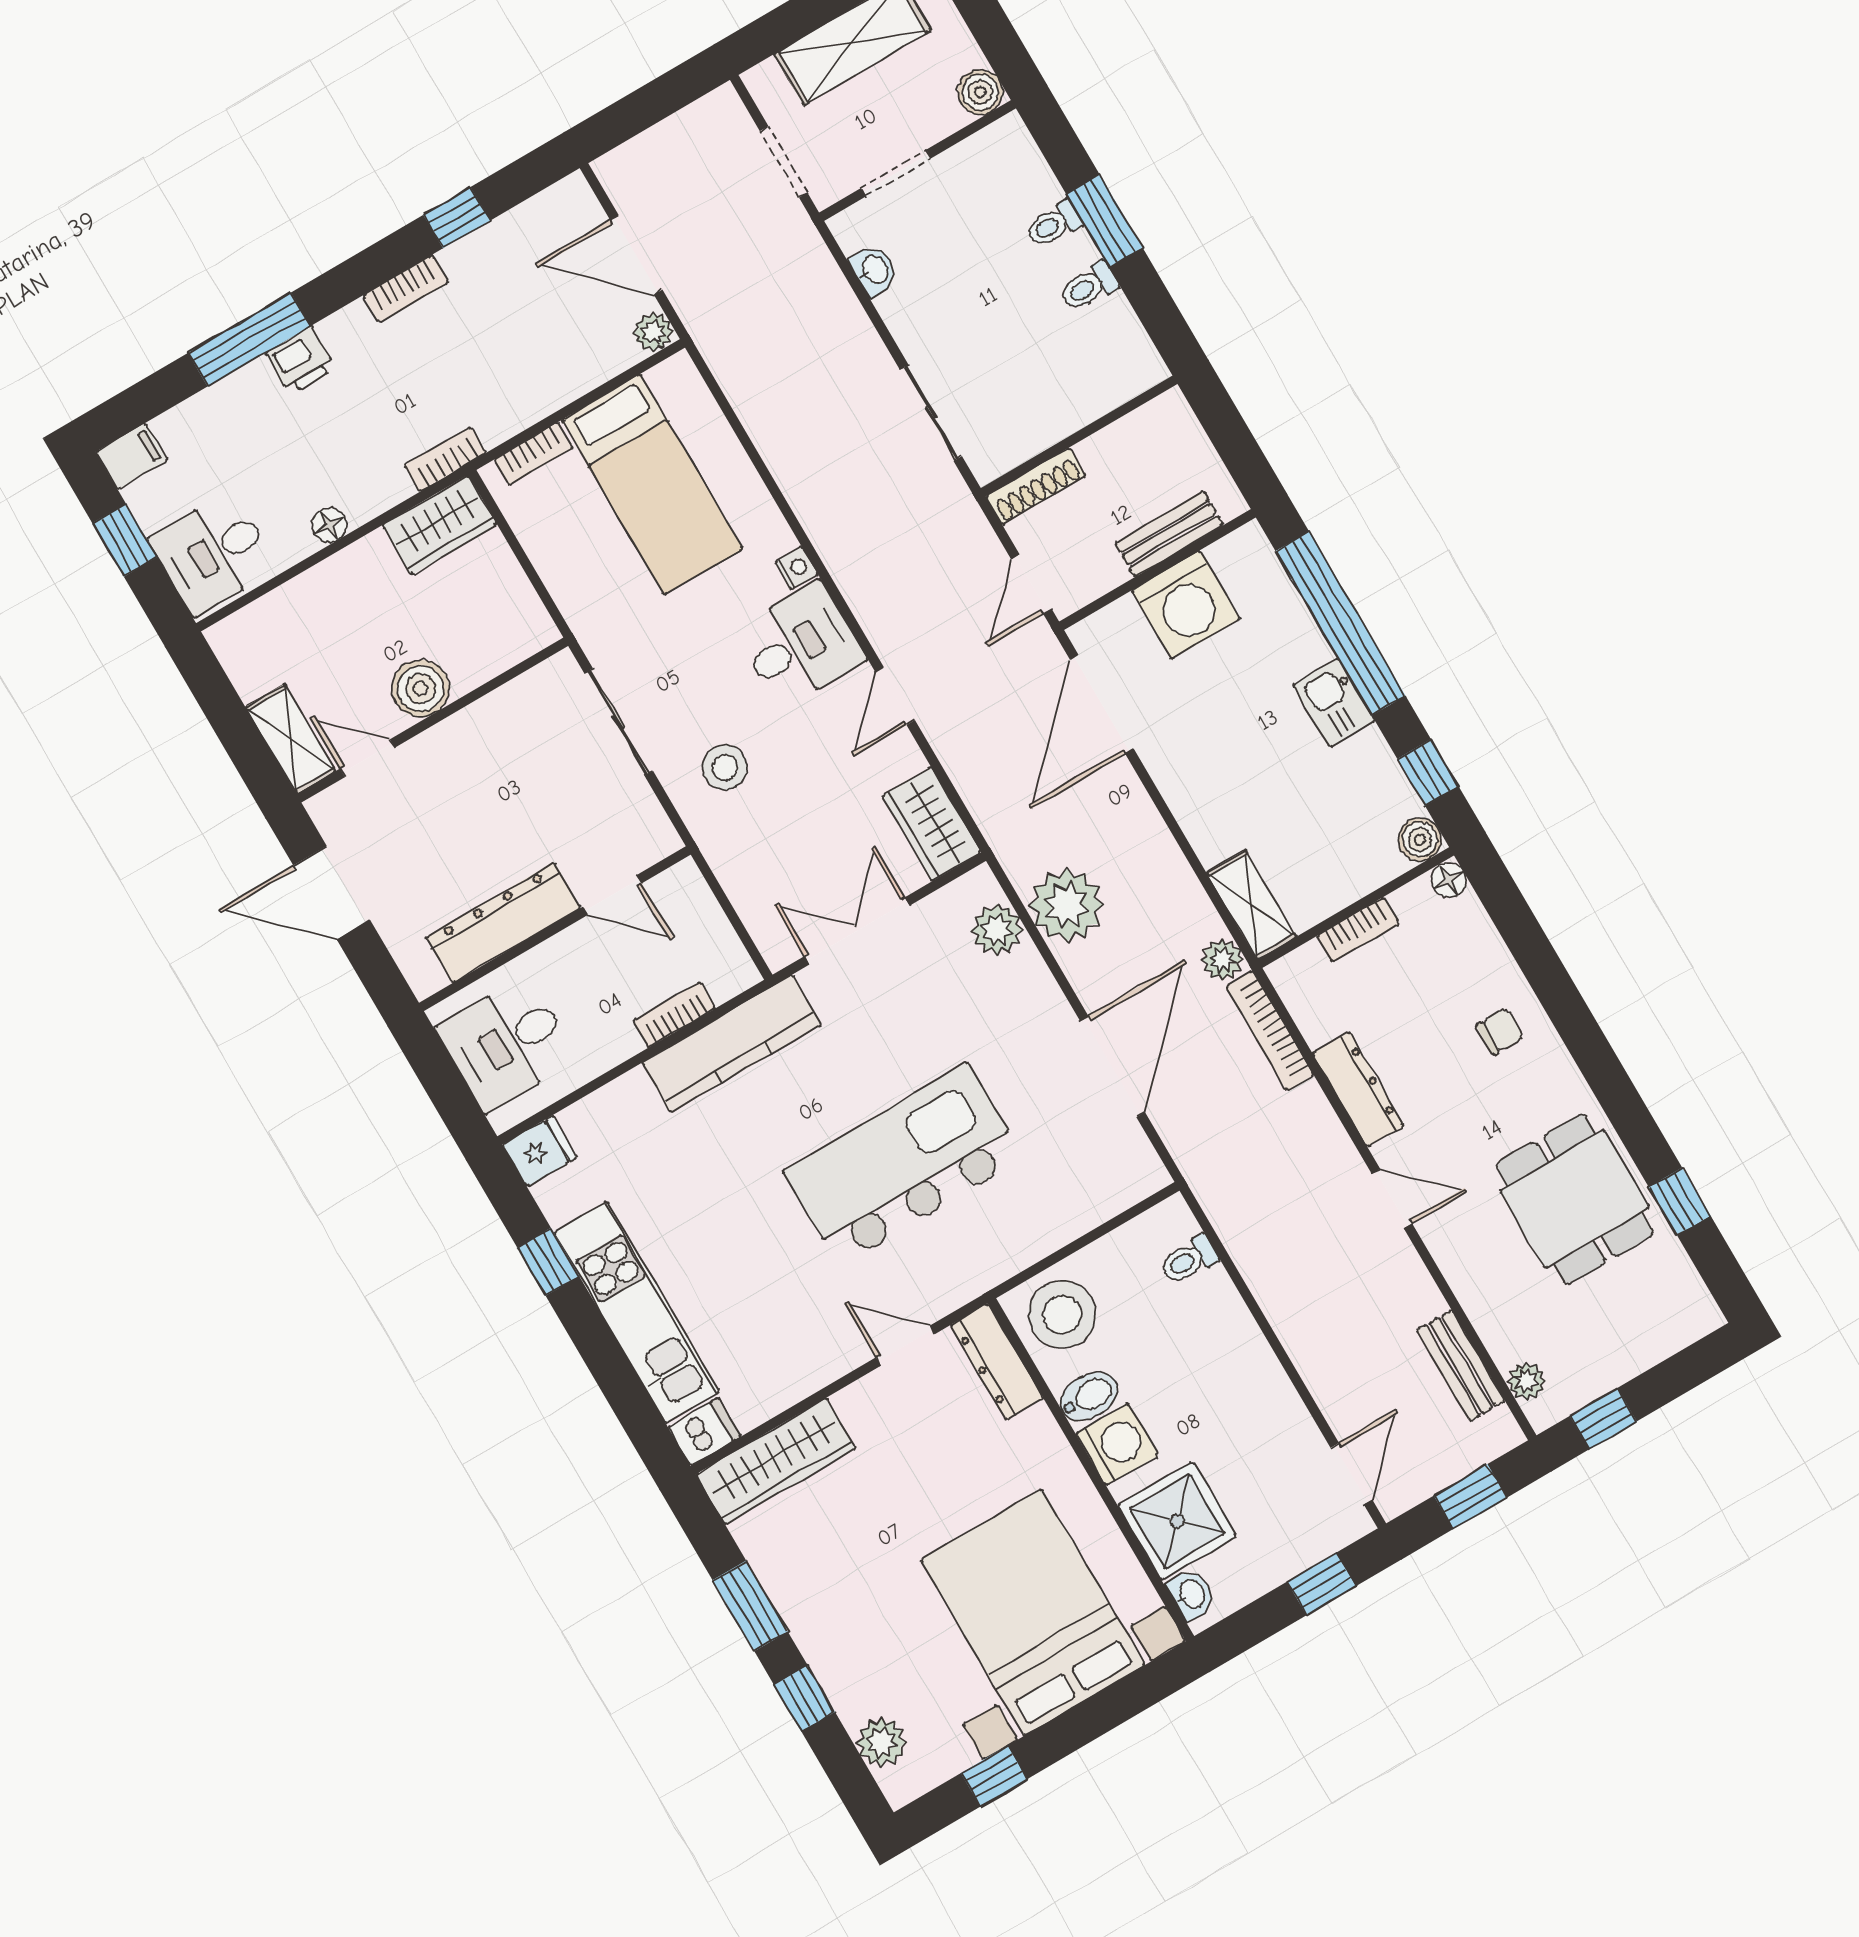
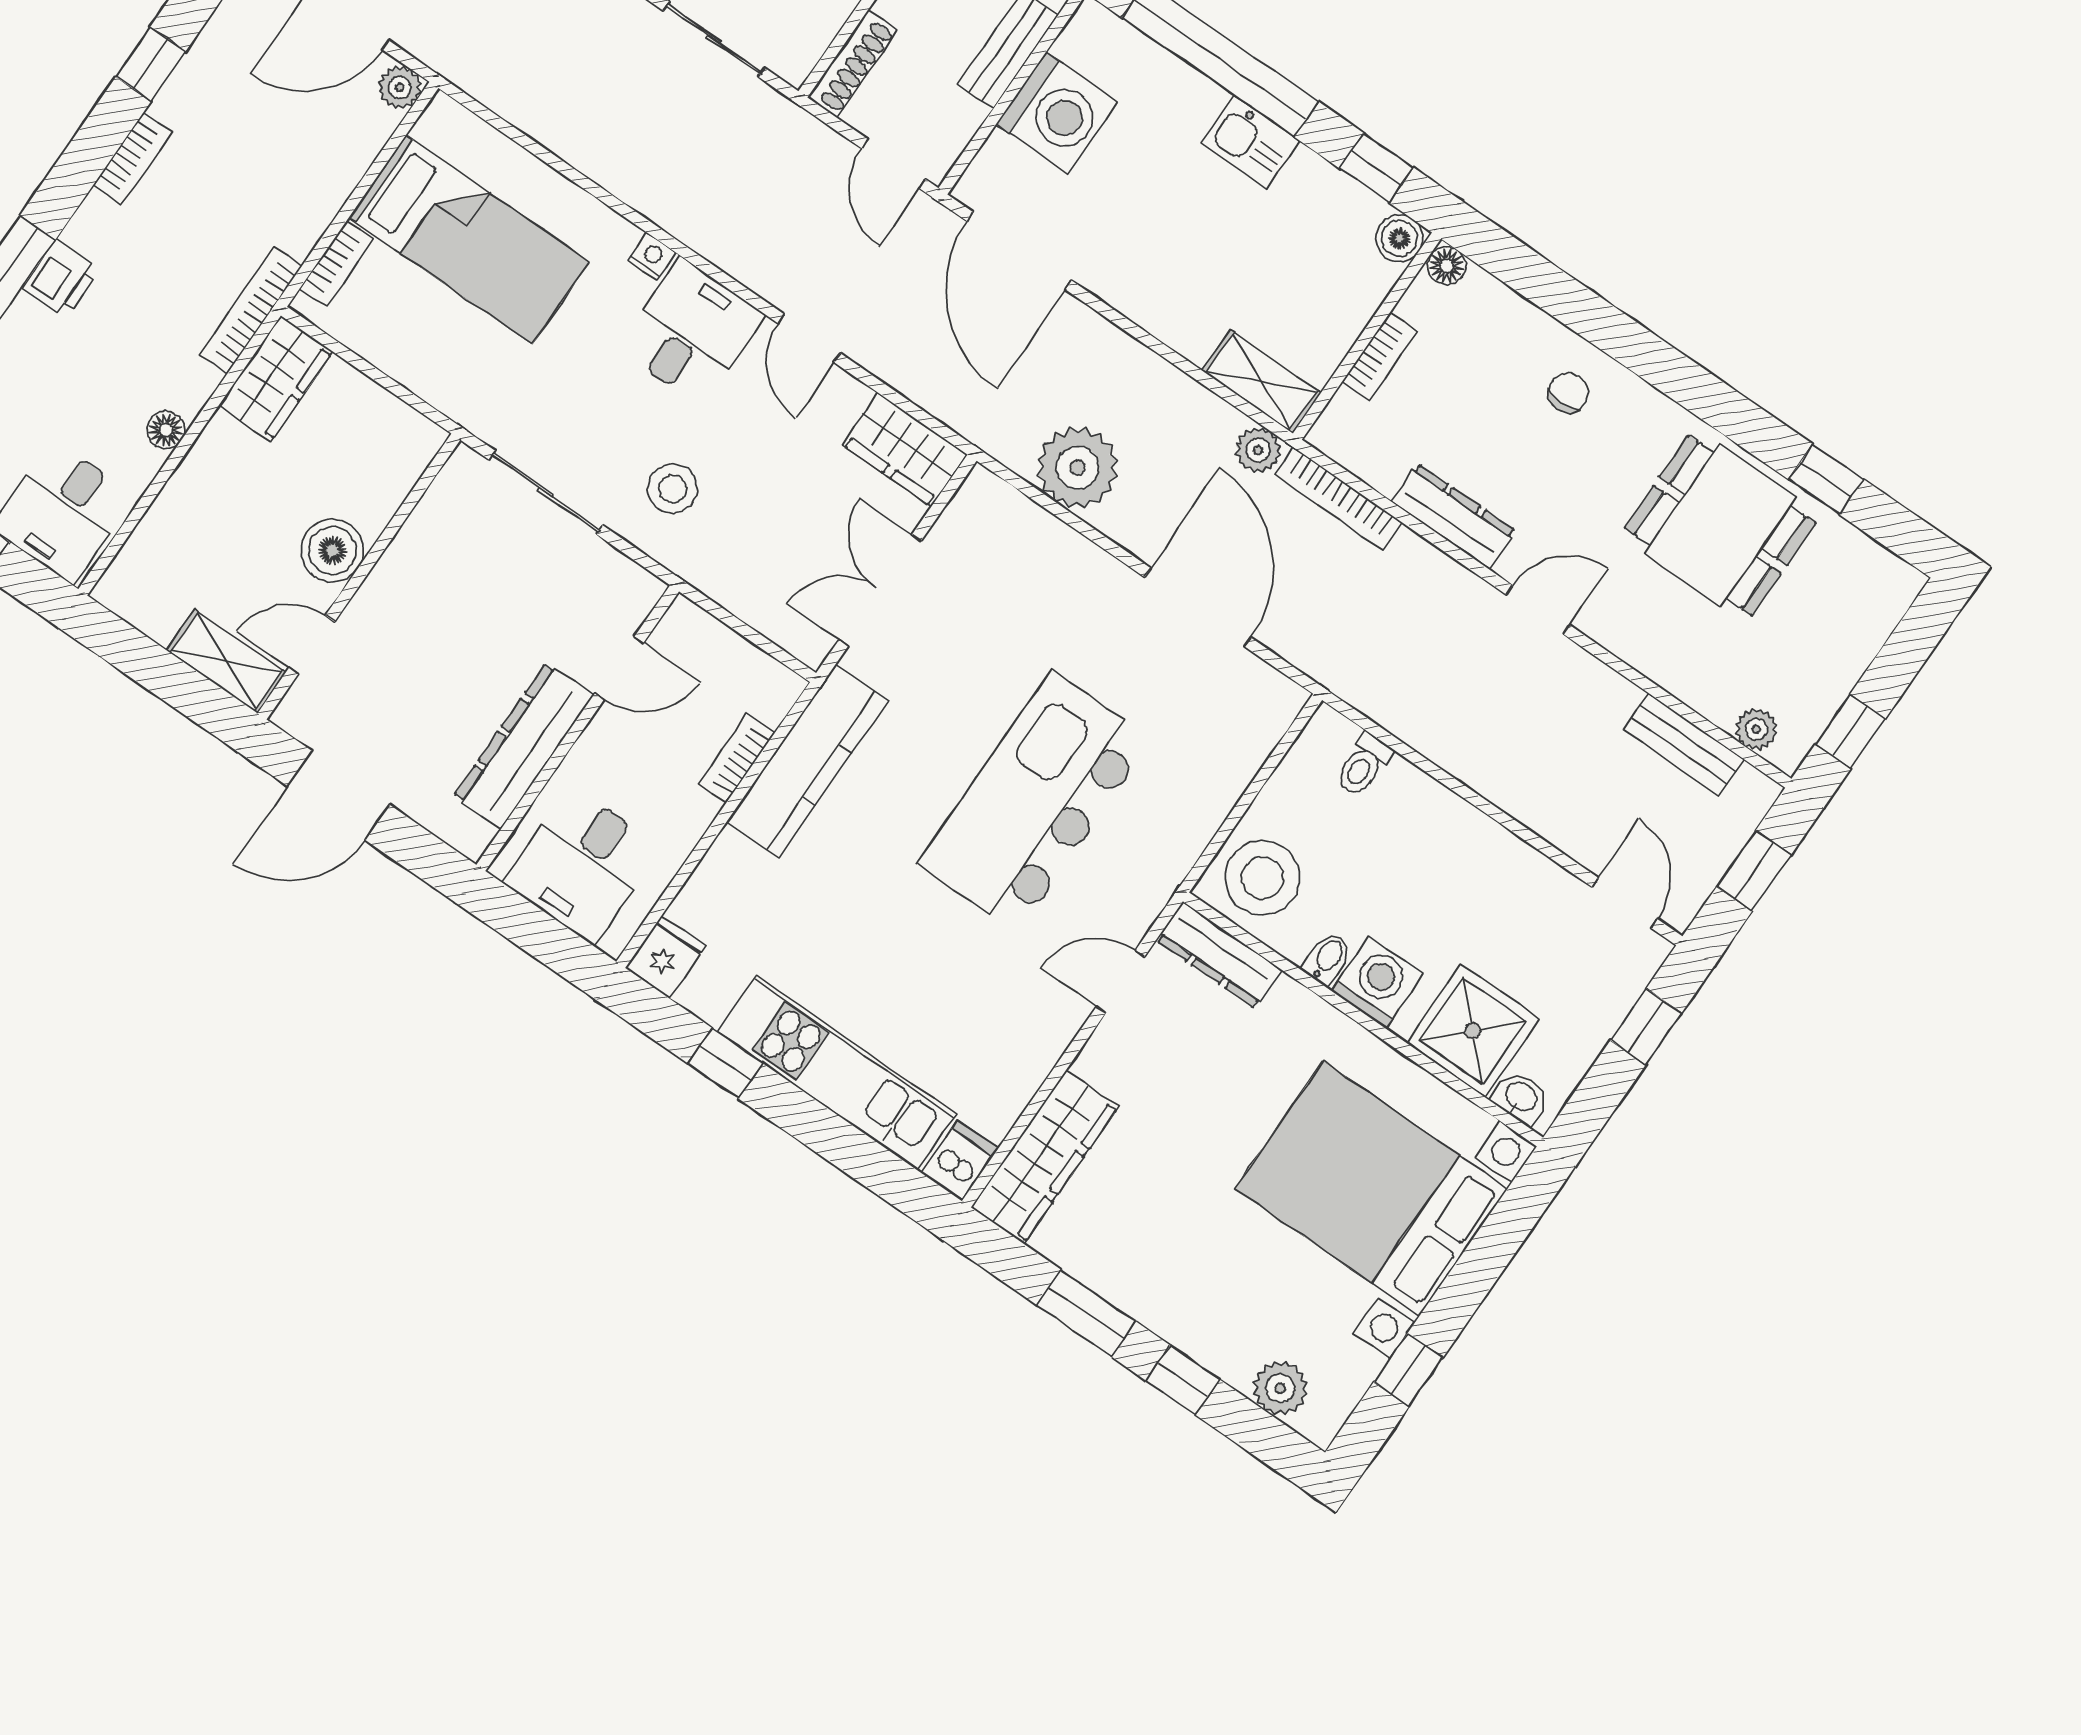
bookcase: (445, 459) -> (251, 310), width x1.56
plant: (997, 930) -> (1019, 524), removed
bidet: (1089, 1396) -> (1328, 958), width x0.72, depth x0.74

